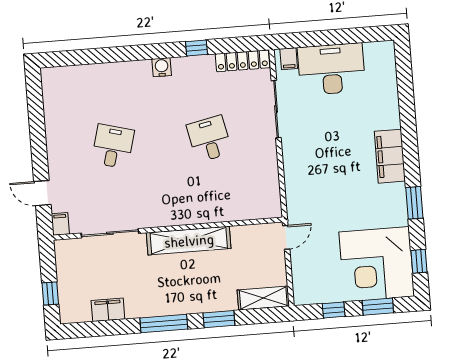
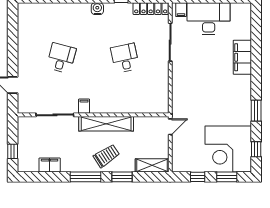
filing cabinet: (390, 156) -> (242, 57), moved
filing cabinet: (60, 224) -> (84, 106), moved
trolley: (193, 289) -> (106, 156), added

